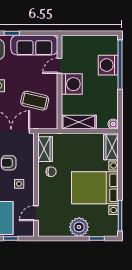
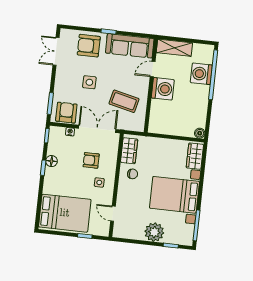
shelving: (79, 122) -> (174, 48), moved
door: (36, 213) -> (113, 214), hinge flipped

